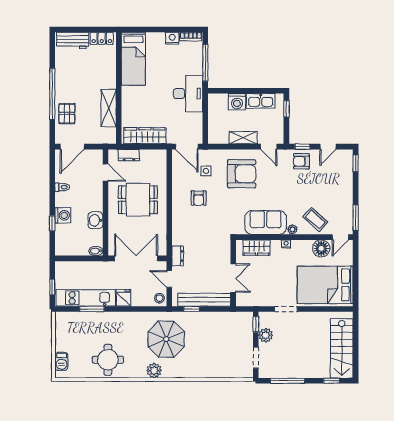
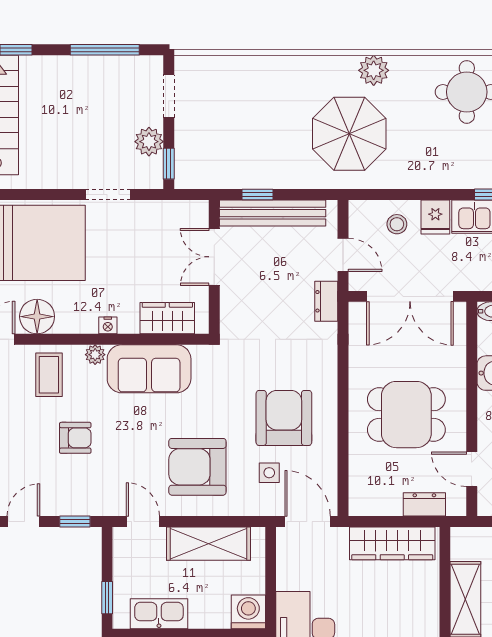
washing machine: (237, 102) -> (248, 612), moved
shelving: (243, 138) -> (209, 544), width x1.50, depth x1.33
armchair: (301, 161) -> (75, 438), moved
armchair: (199, 198) -> (284, 418), width x1.88, depth x1.88
coffee table: (315, 219) -> (49, 375), turned 48
stool: (159, 298) -> (397, 224), moved
window: (192, 309) -> (257, 195), moved

